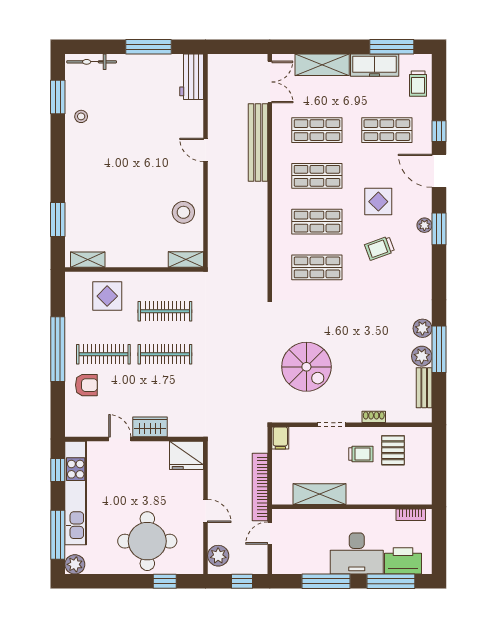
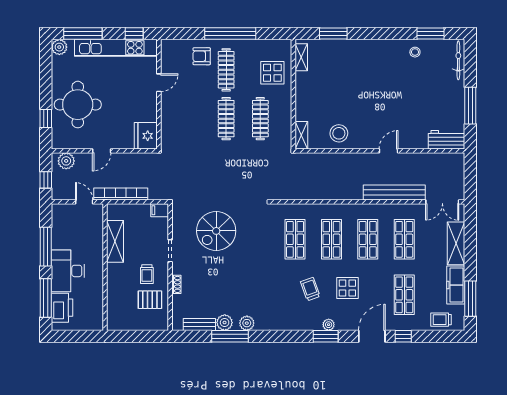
armchair: (86, 385) -> (202, 56), turned 90
wardrobe: (150, 427) -> (168, 107), removed
bookcase: (411, 515) -> (99, 314), removed

